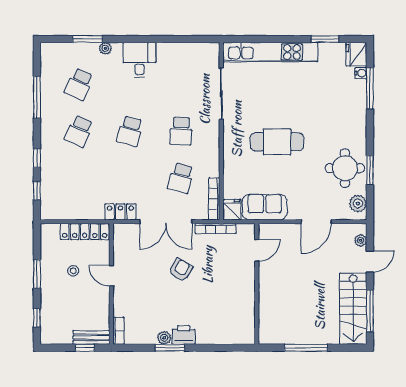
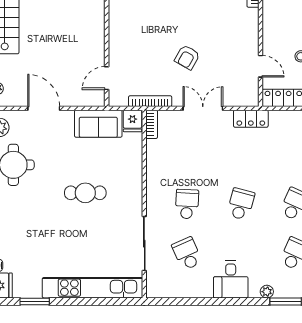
cafe table: (277, 142) -> (85, 193), width x0.73, depth x0.74
school desk: (181, 178) -> (187, 254), moved, turned -39
bookcase: (214, 199) -> (152, 124), width x0.64
double door: (166, 222) -> (203, 108), width x0.73
door: (316, 222) -> (44, 108), hinge flipped
door: (111, 276) -> (260, 66), moved

